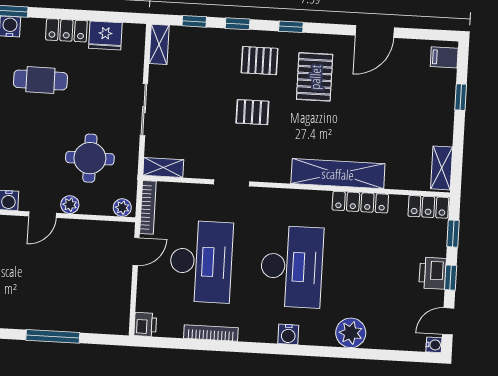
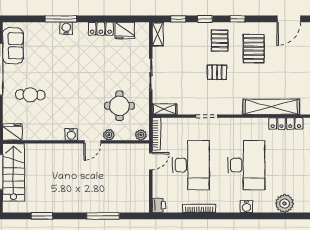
pallet: (260, 61) -> (220, 41), turned 90
cafe table: (40, 80) -> (87, 60), removed

